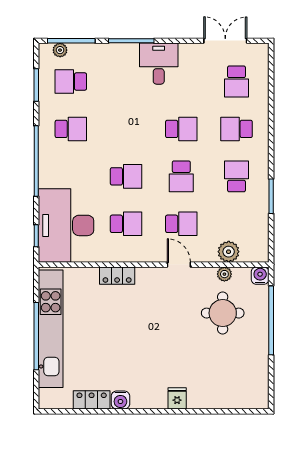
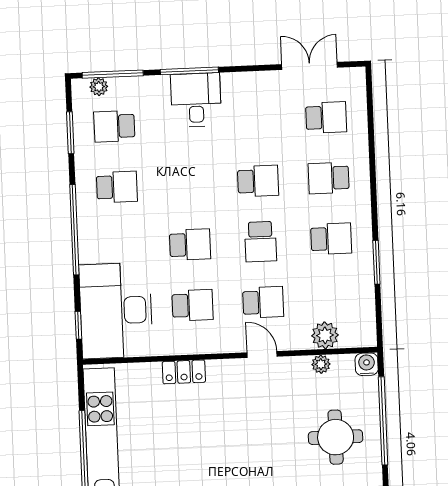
desk: (159, 64) -> (196, 100), moved
school desk: (237, 81) -> (326, 117), turned -90
school desk: (237, 176) -> (331, 239), turned 90
round table: (223, 313) -> (336, 437), moved

